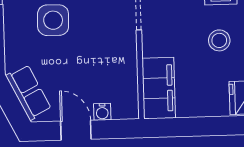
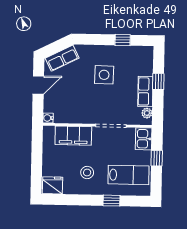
filing cabinet: (159, 88) -> (73, 136), moved
water cooler: (102, 112) -> (48, 118), moved

